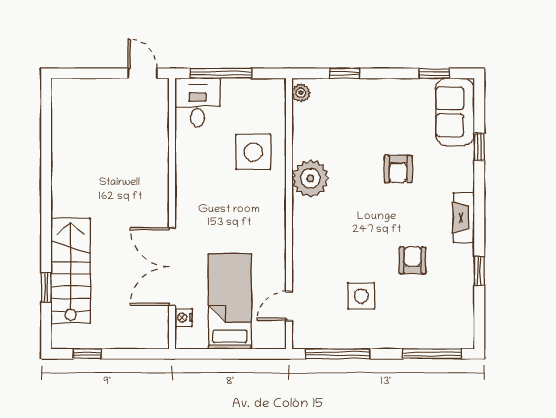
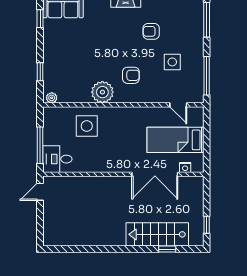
armchair: (398, 169) -> (131, 75), moved

